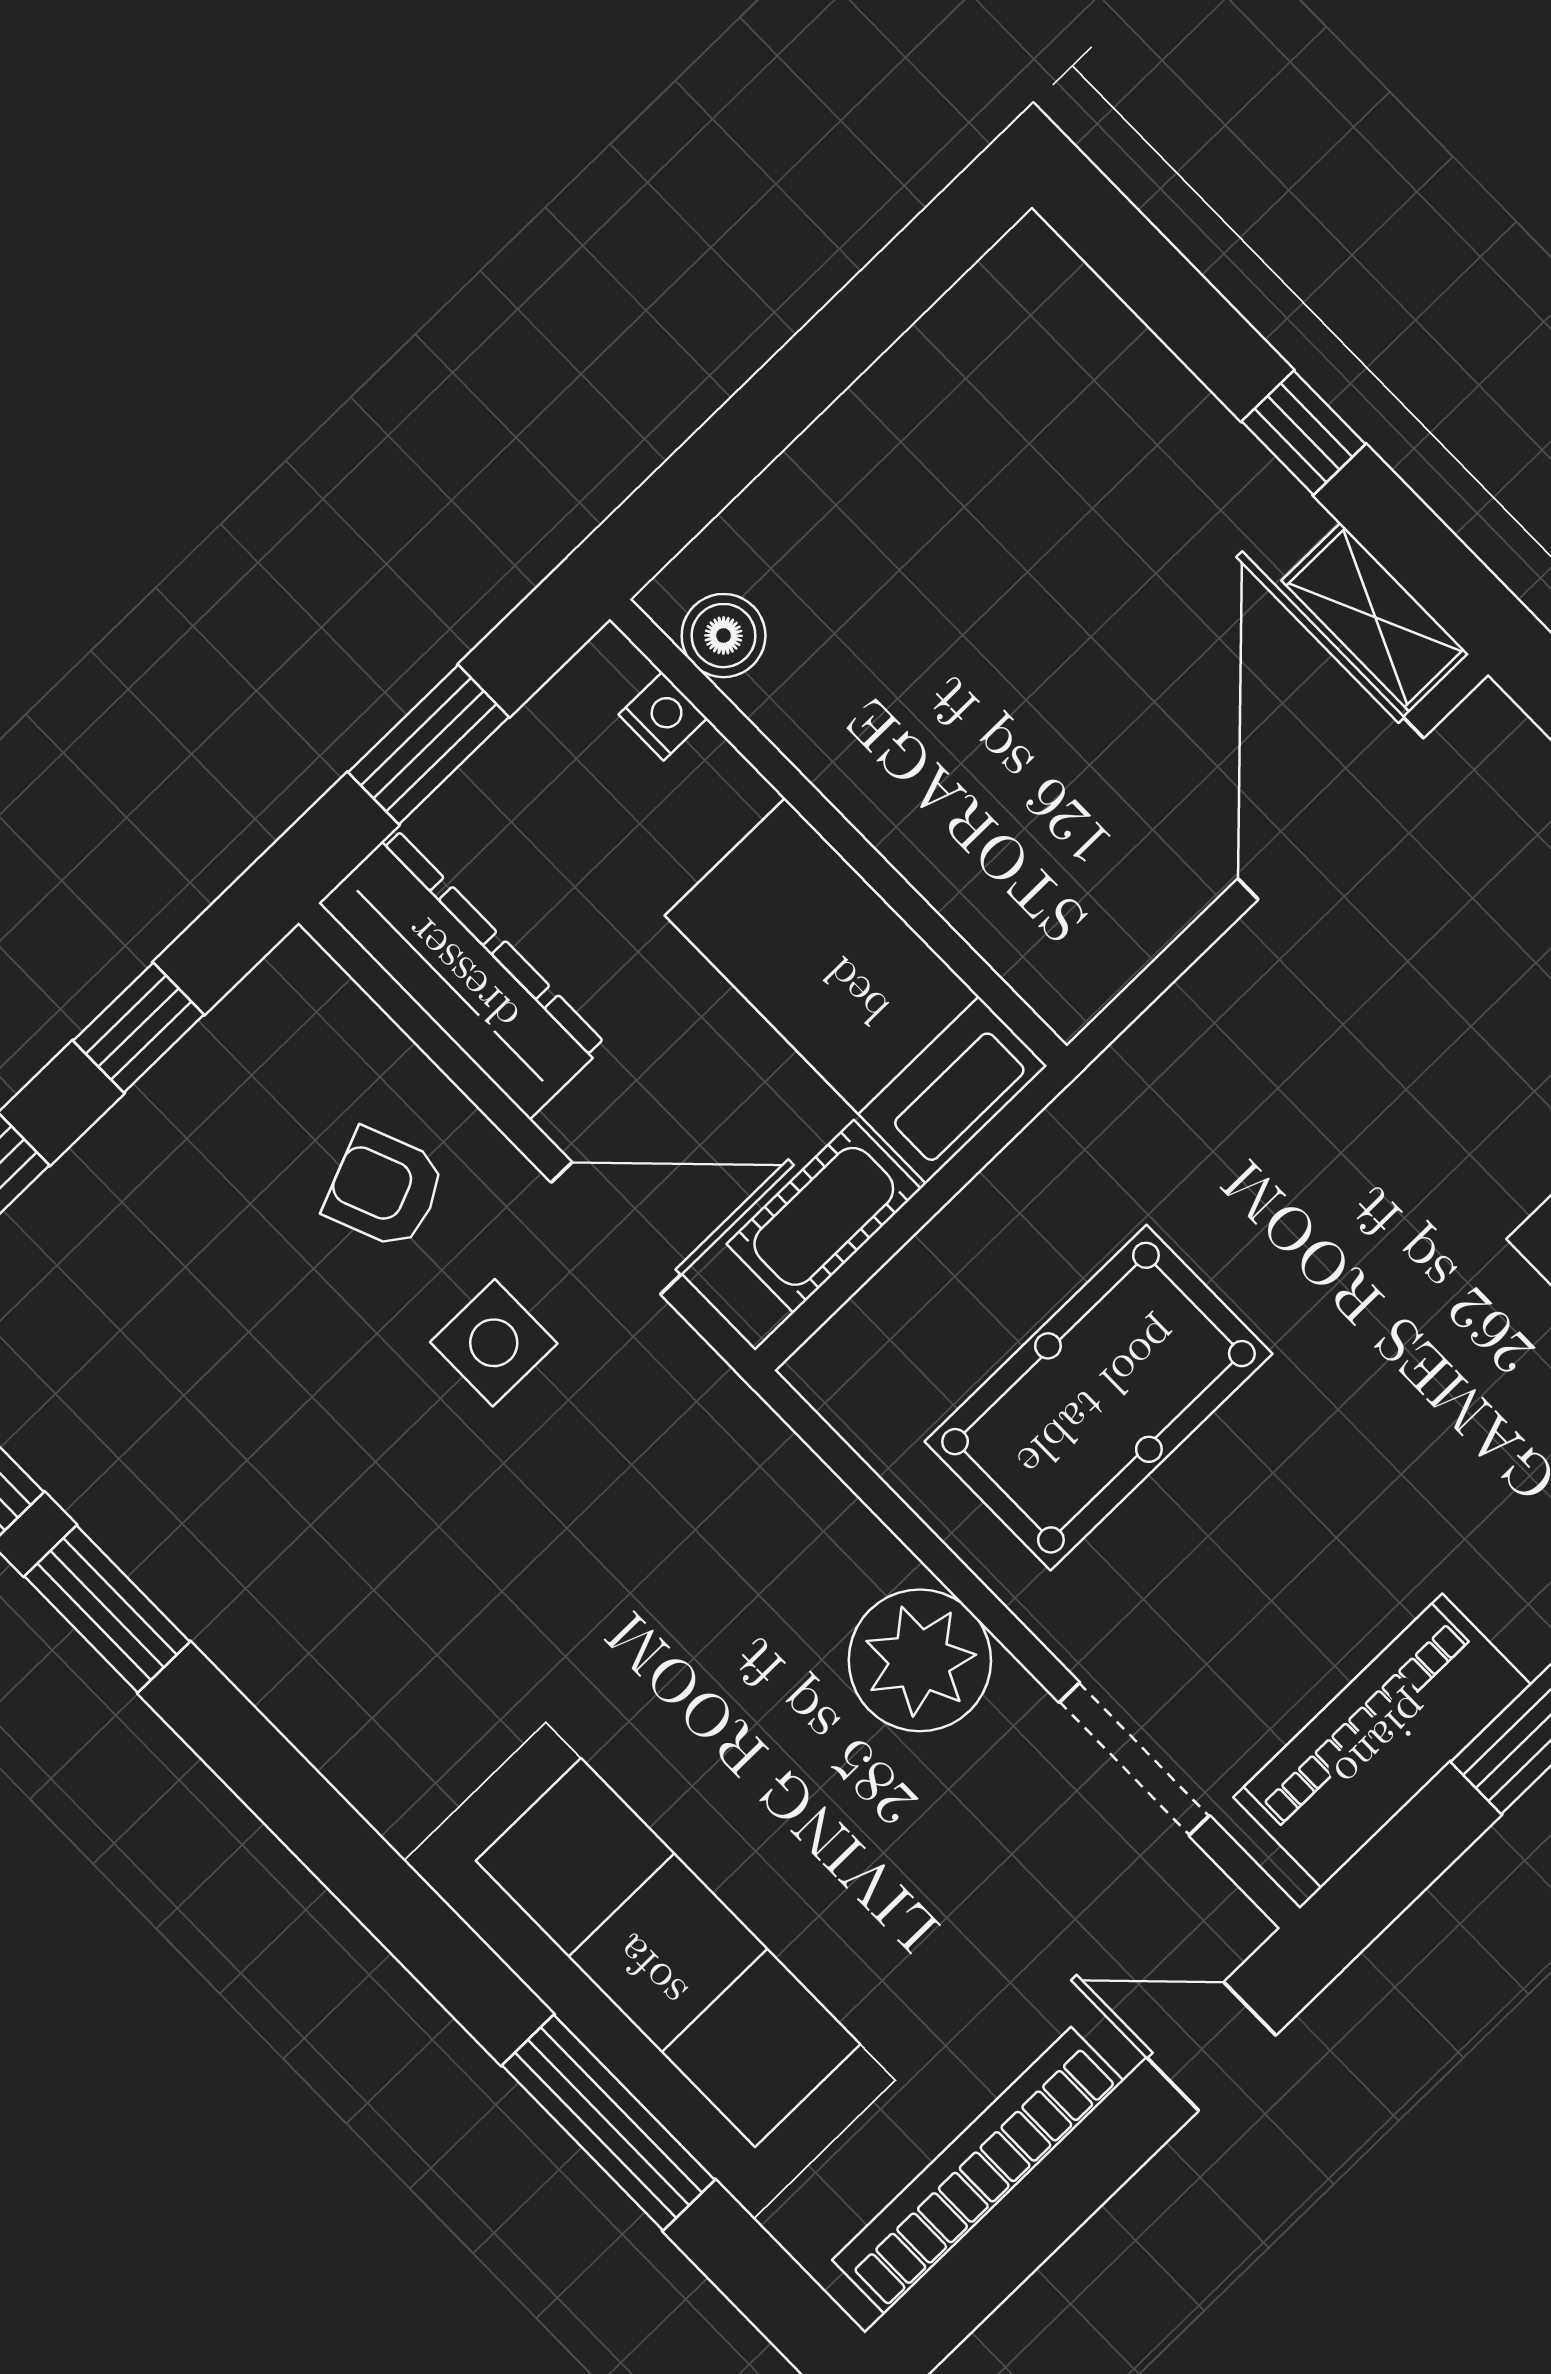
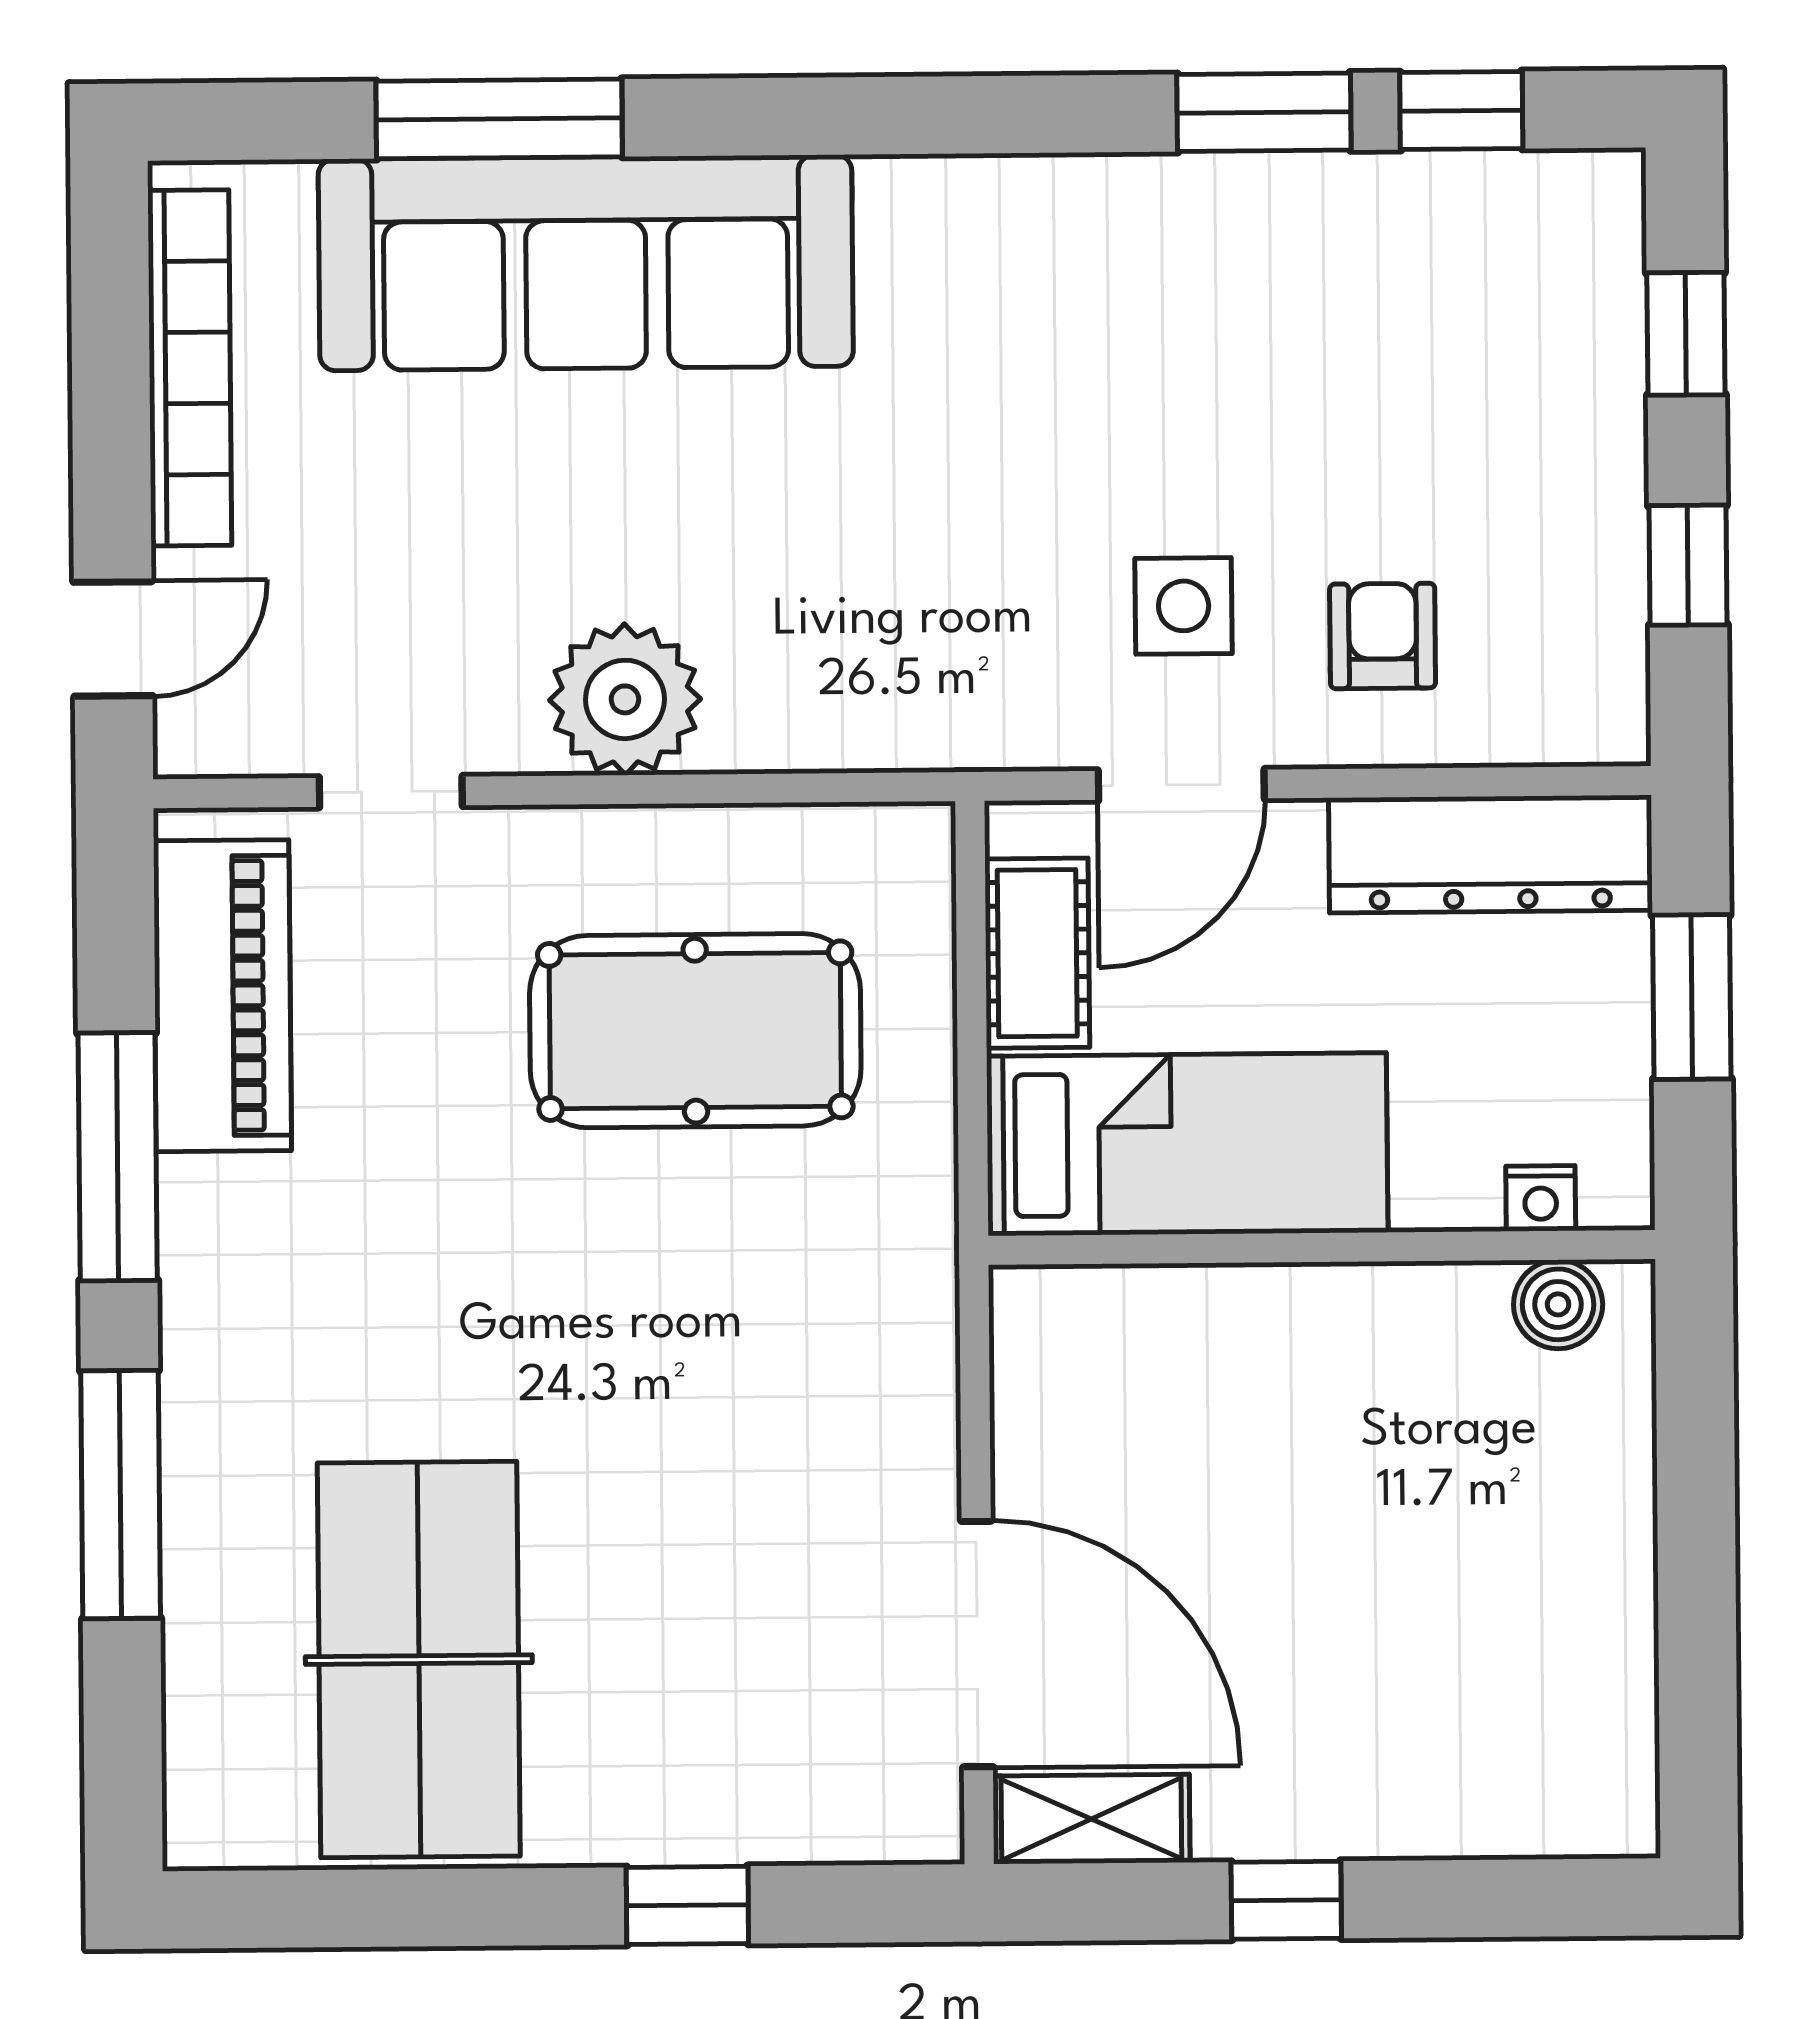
armchair: (385, 1188) -> (1383, 636), turned -68
pool table: (1098, 1398) -> (695, 1031), turned 90
doorway: (1134, 1759) -> (391, 792), width x0.73

